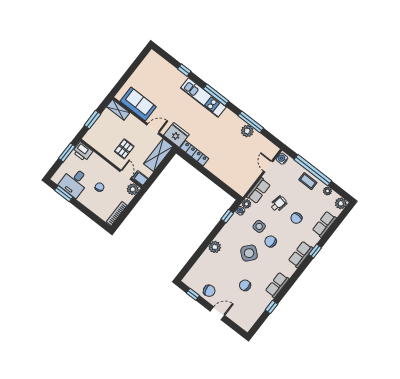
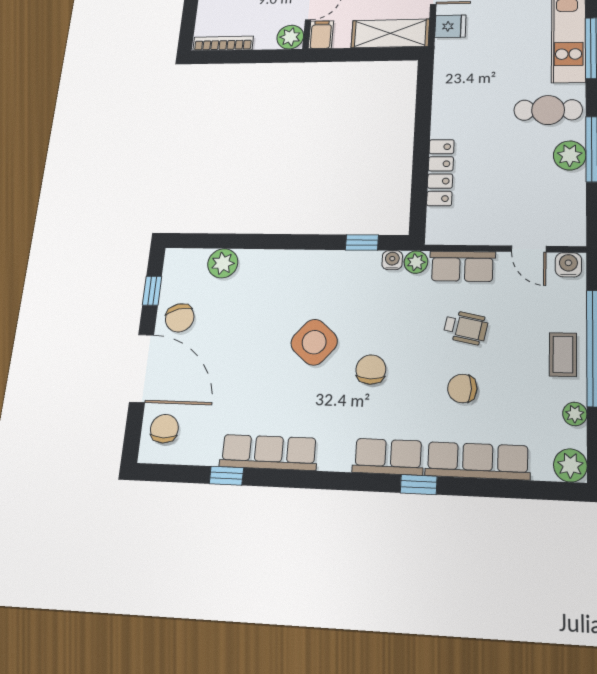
cafe table: (227, 126) -> (548, 110), added
fridge: (176, 135) -> (450, 26), width x0.53, depth x0.75
locker: (194, 153) -> (440, 172), moved
door: (268, 167) -> (529, 249), swing flipped
row of seats: (324, 224) -> (478, 461), width x1.48
side table: (259, 226) -> (387, 322), removed
plant: (215, 247) -> (223, 263), moved
chair: (245, 285) -> (164, 429), moved
row of seats: (277, 285) -> (269, 452), width x1.48
door: (217, 313) -> (142, 368), width x1.88

